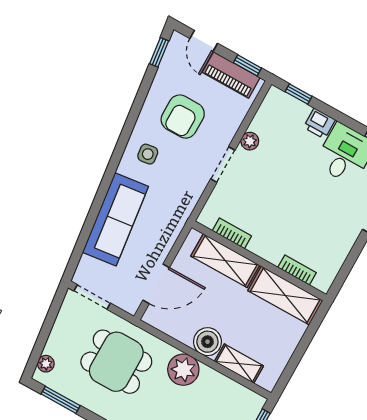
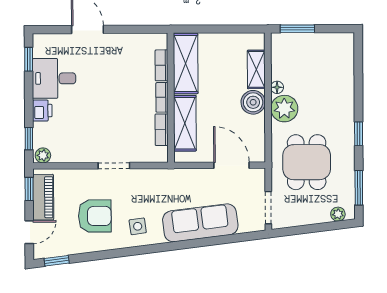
plant: (250, 141) -> (43, 155), moved
bookcase: (264, 252) -> (162, 97), added
floor lamp: (209, 374) -> (277, 87), added

